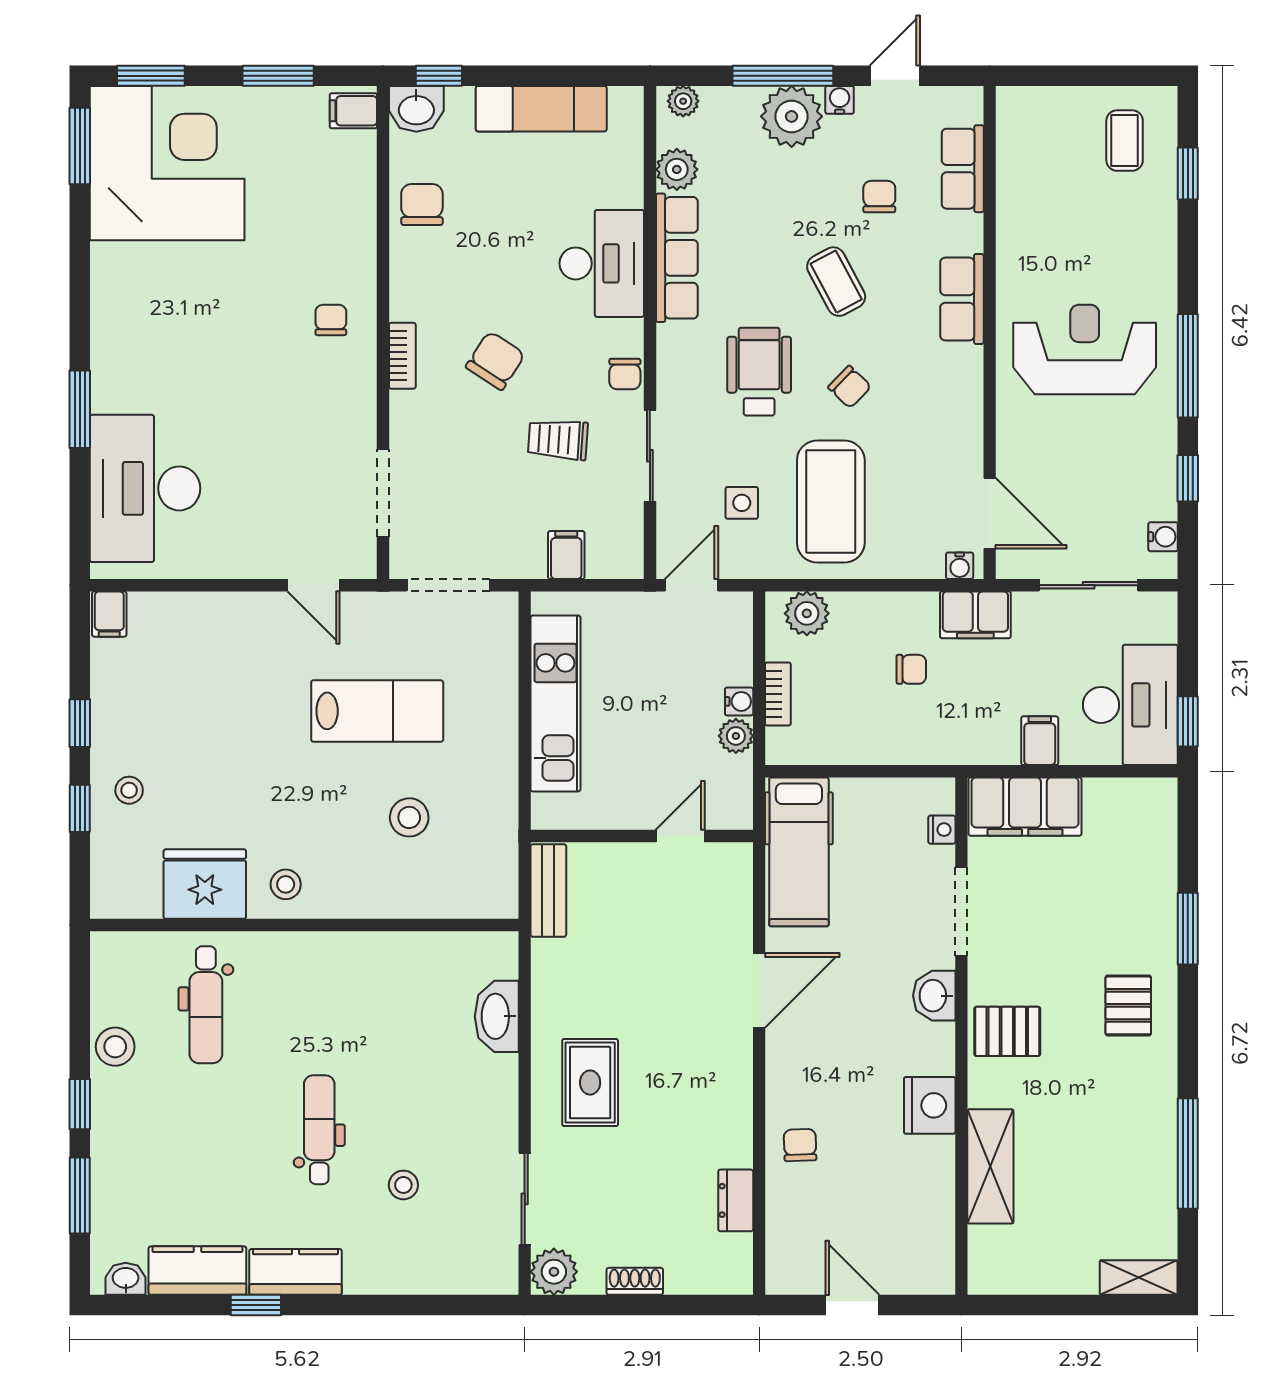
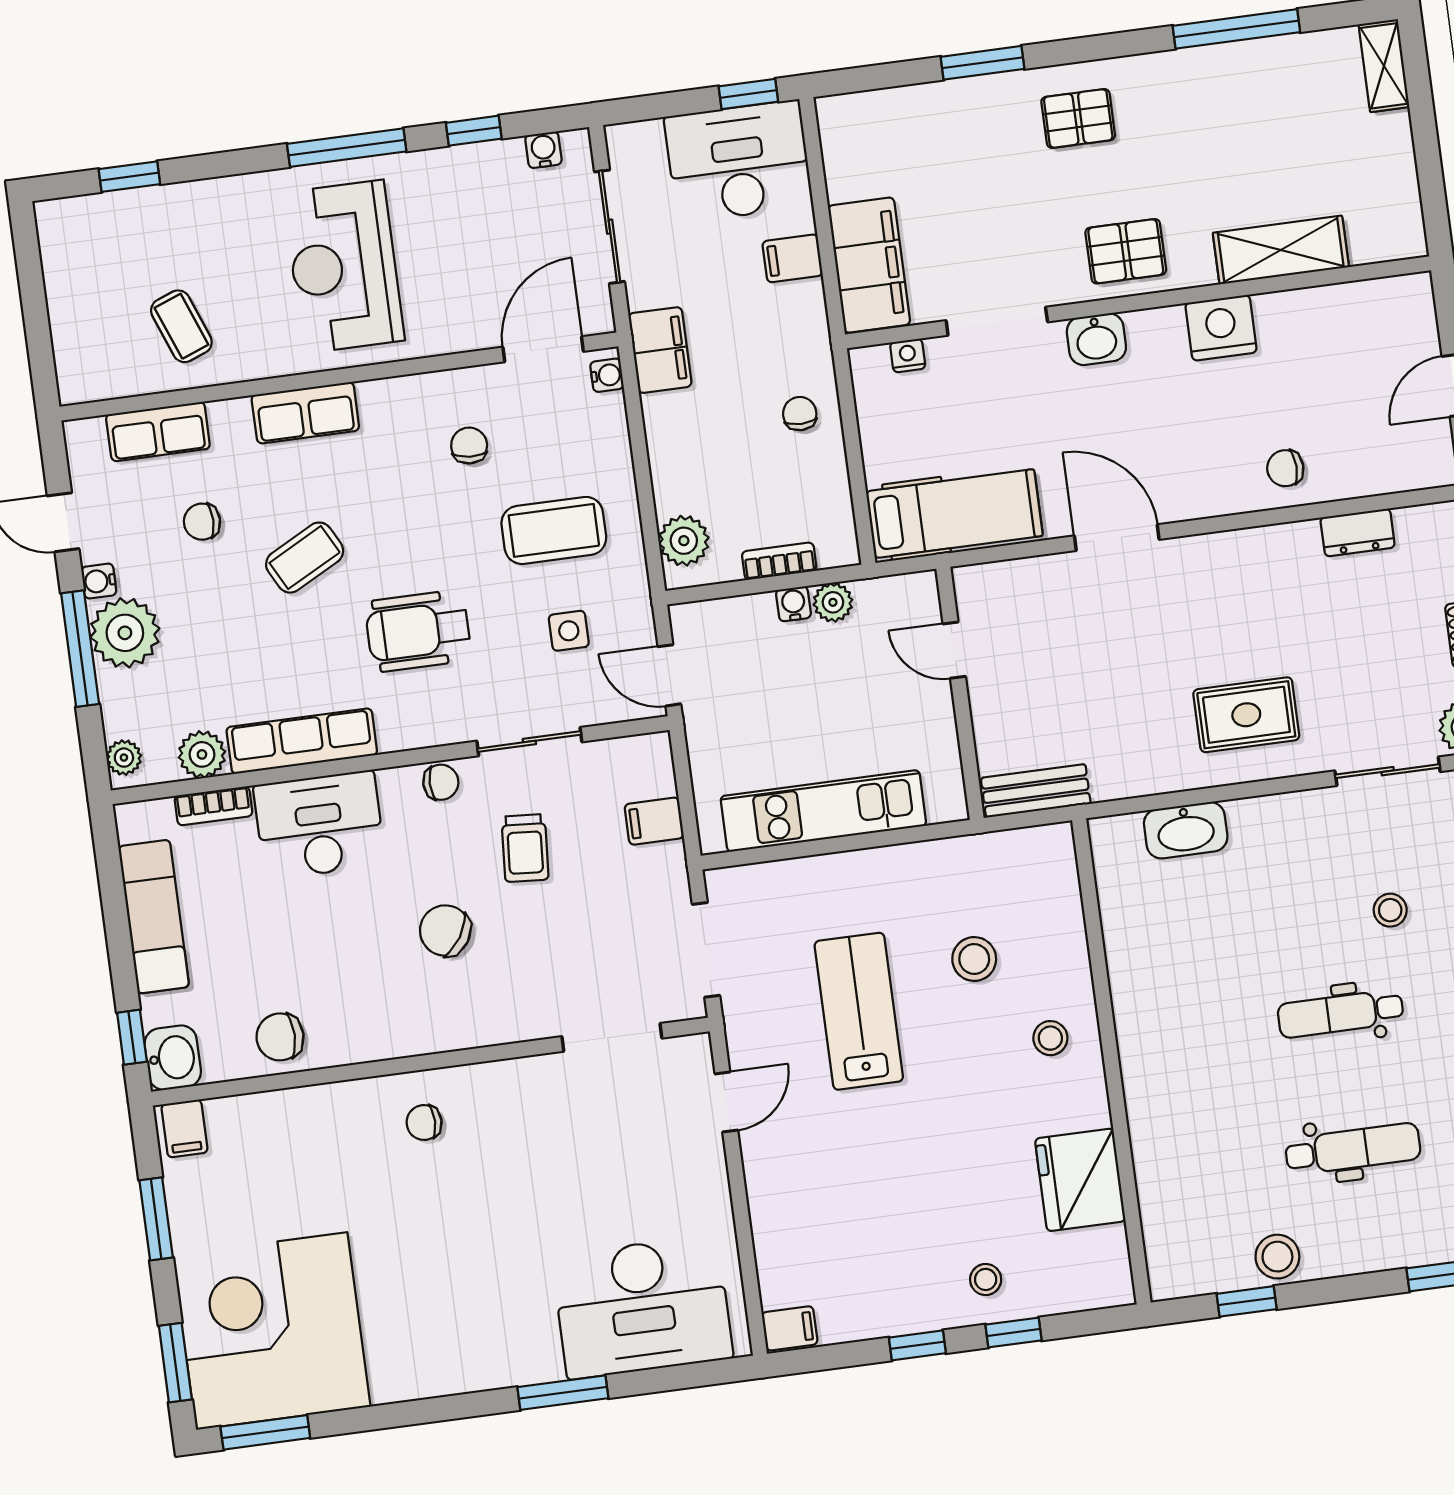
coffee table: (1125, 141) -> (181, 326), moved, turned 69
bookcase: (402, 356) -> (213, 806), moved, turned 180
chair: (850, 387) -> (469, 445), moved, turned -40
coffee table: (831, 502) -> (554, 530), width x0.73, depth x0.76
chair: (911, 669) -> (800, 414), moved
stool: (286, 884) -> (1050, 1038), moved
dental chair: (206, 1005) -> (1353, 1149), moved
pallet: (1007, 1031) -> (1126, 251), turned 90
window: (80, 1104) -> (1247, 1301), moved

